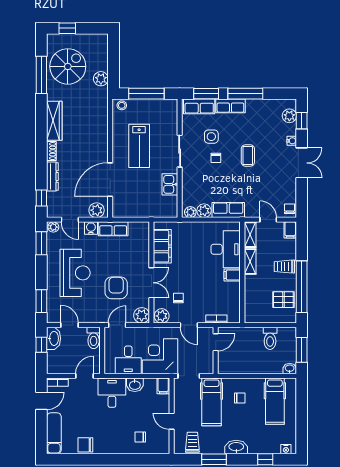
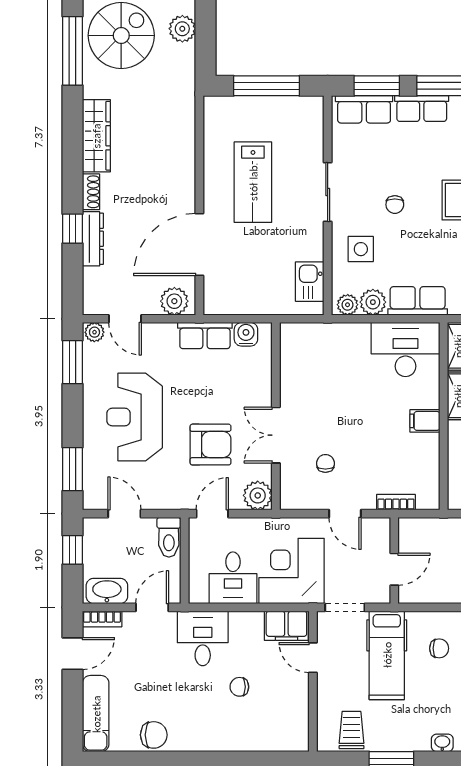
plant: (101, 79) -> (182, 29), moved
stool: (122, 105) -> (221, 107), removed
side table: (211, 137) -> (361, 249), moved
kitchen sink: (170, 184) -> (310, 282), moved
window: (41, 198) -> (72, 229), moved
water cooler: (91, 228) -> (246, 334), moved
filing cabinet: (162, 246) -> (296, 368), removed
desk: (226, 249) -> (405, 350), moved, turned -90
reception desk: (75, 273) -> (135, 417), turned 180
double door: (151, 283) -> (276, 435), swing flipped
armchair: (116, 288) -> (210, 445), turned 90
plant: (162, 316) -> (295, 496), removed
washbasin: (54, 338) -> (107, 591), moved, turned -90
door: (216, 342) -> (394, 569), moved
washbasin: (135, 385) -> (245, 624), removed
filing cabinet: (163, 386) -> (286, 626), width x2.00
door: (172, 421) -> (313, 658), moved
chair: (140, 437) -> (239, 687), moved
chair: (85, 445) -> (154, 735), turned 180
washbasin: (236, 447) -> (442, 743), width x0.52, depth x0.69

